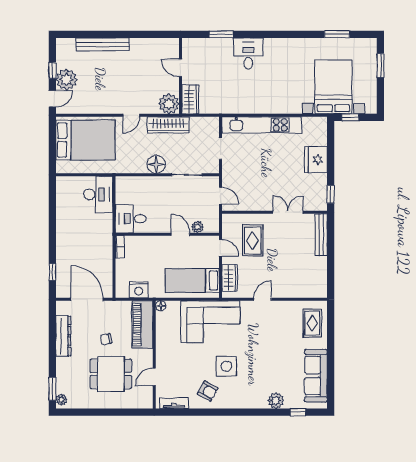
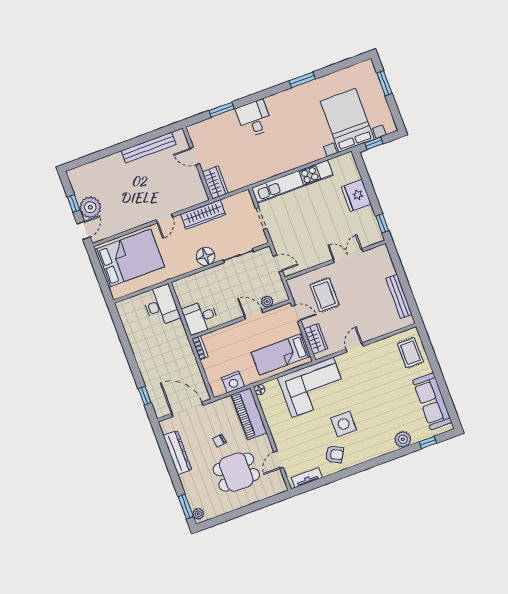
window: (337, 34) -> (302, 80), moved
bench: (103, 44) -> (149, 148), moved
plant: (169, 104) -> (196, 194), removed
bench: (321, 235) -> (399, 296), moved

